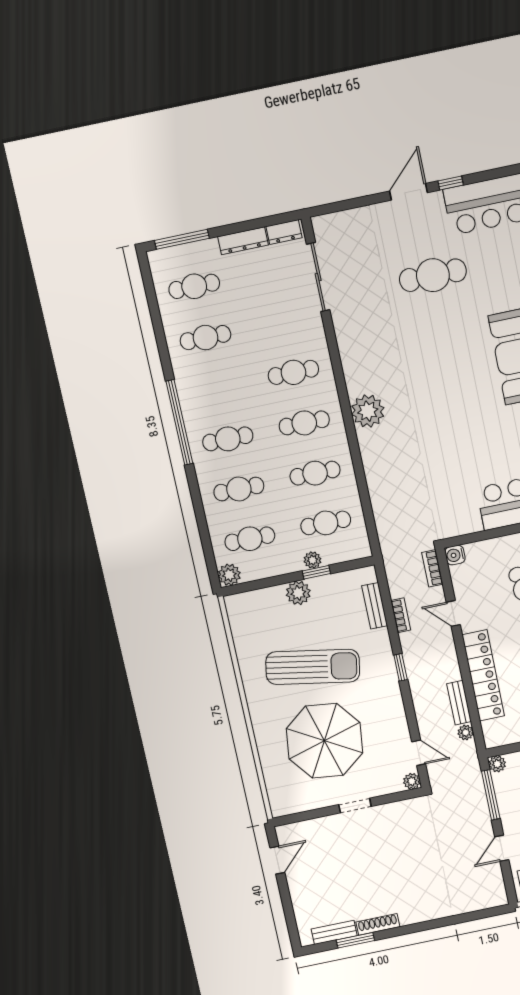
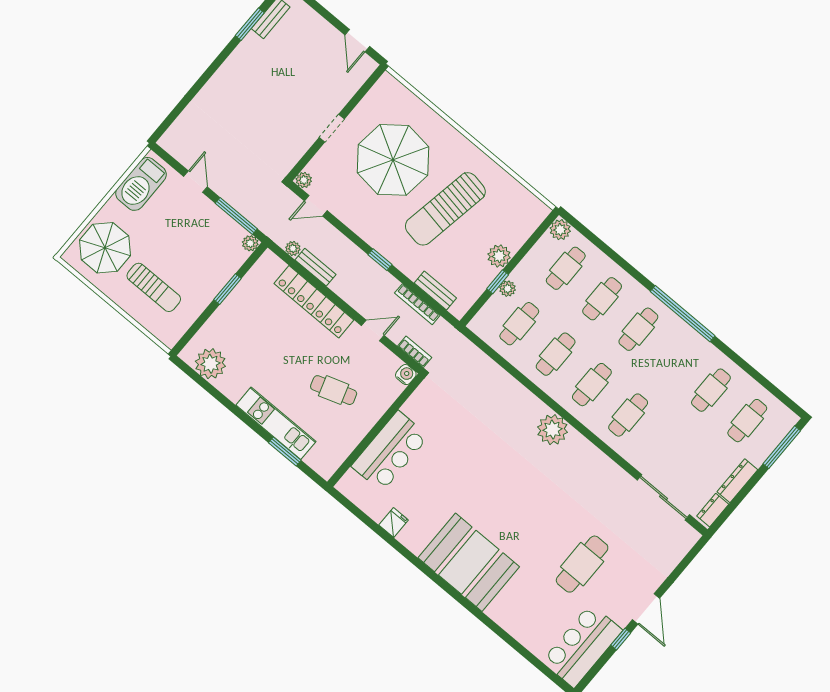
bookcase: (401, 615) -> (417, 304), width x1.56
shoe rack: (378, 924) -> (242, 50), removed

